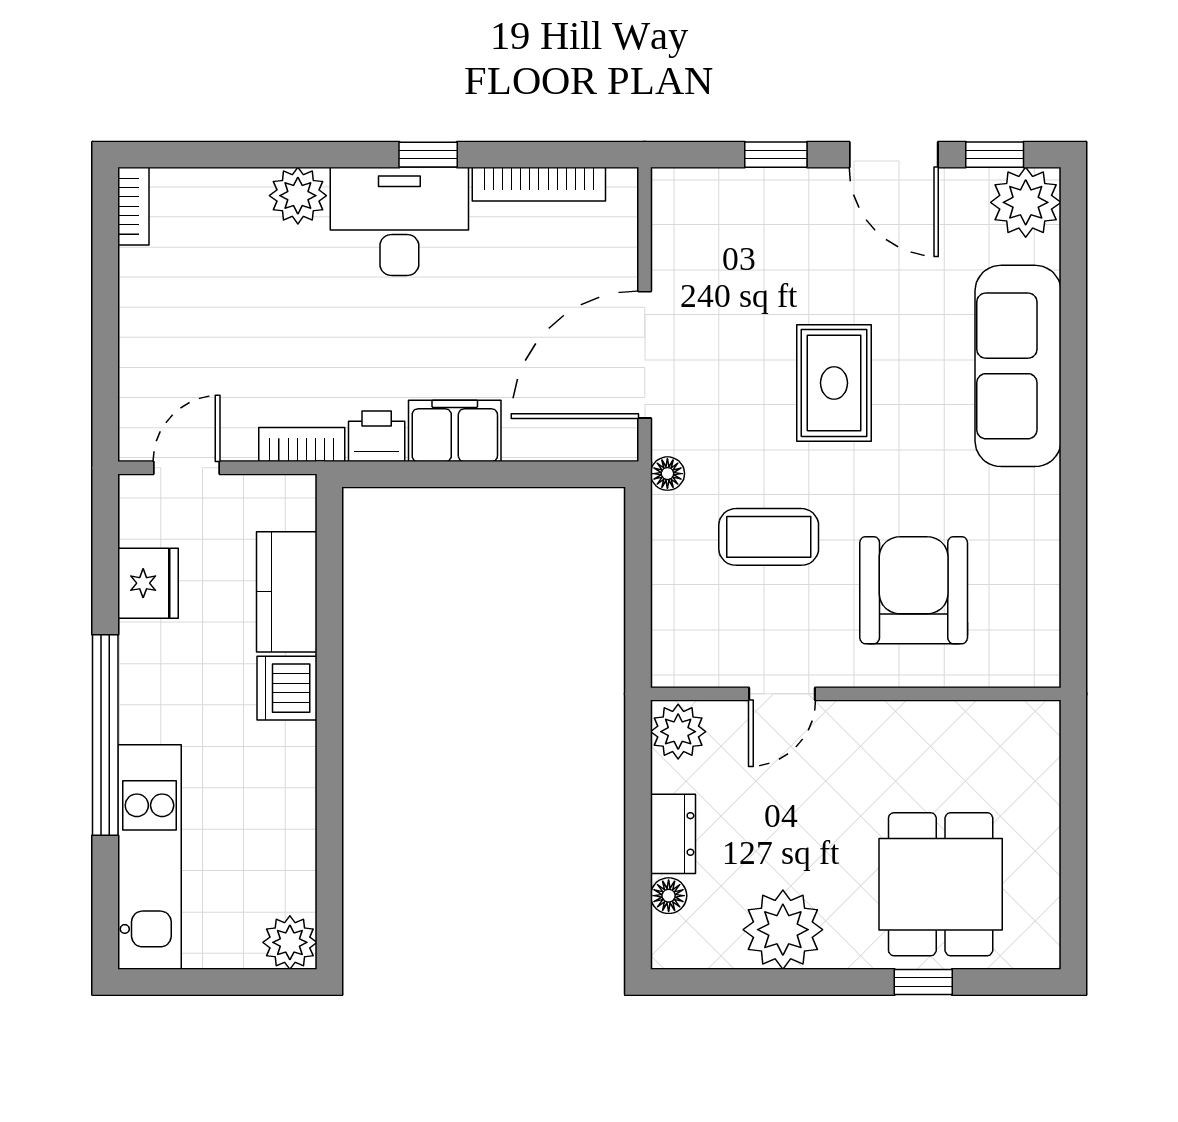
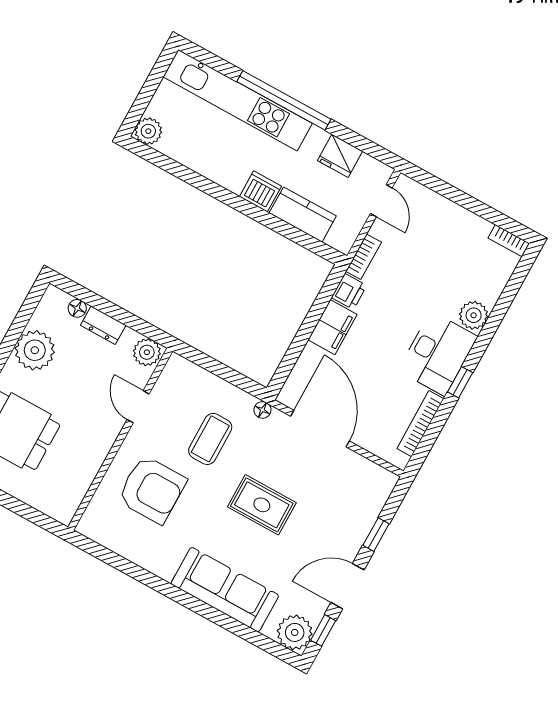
kitchen unit: (149, 857) -> (238, 100), width x1.36

